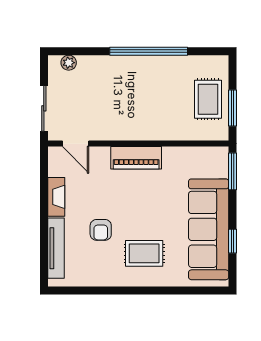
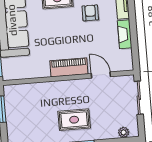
rug: (208, 99) -> (74, 120), moved, turned 90
door: (76, 144) -> (101, 75), moved

